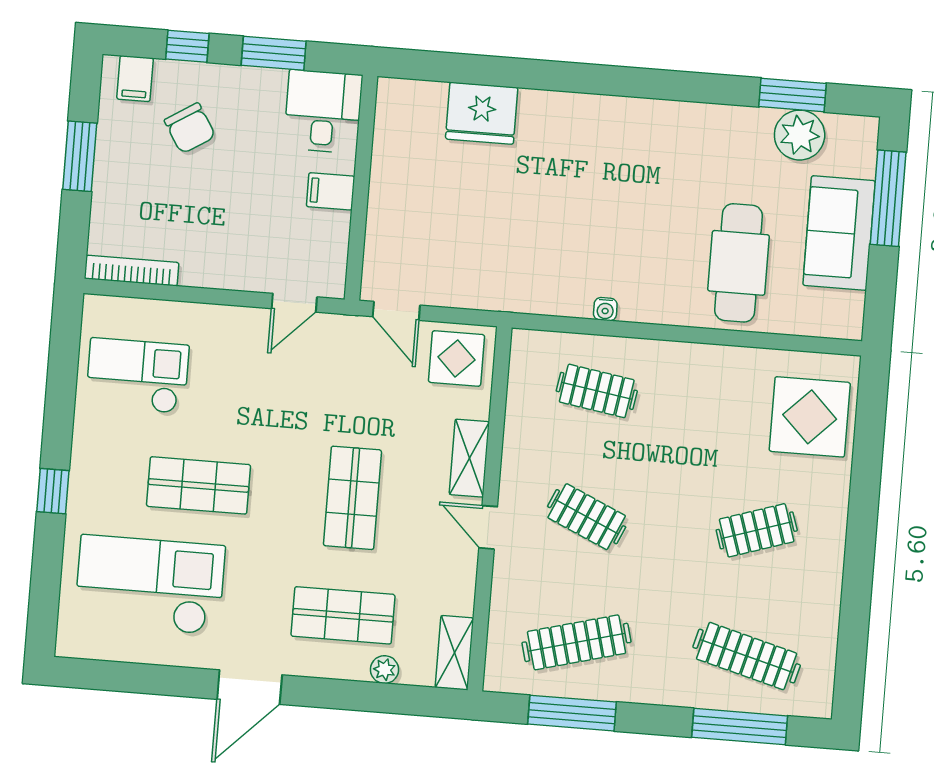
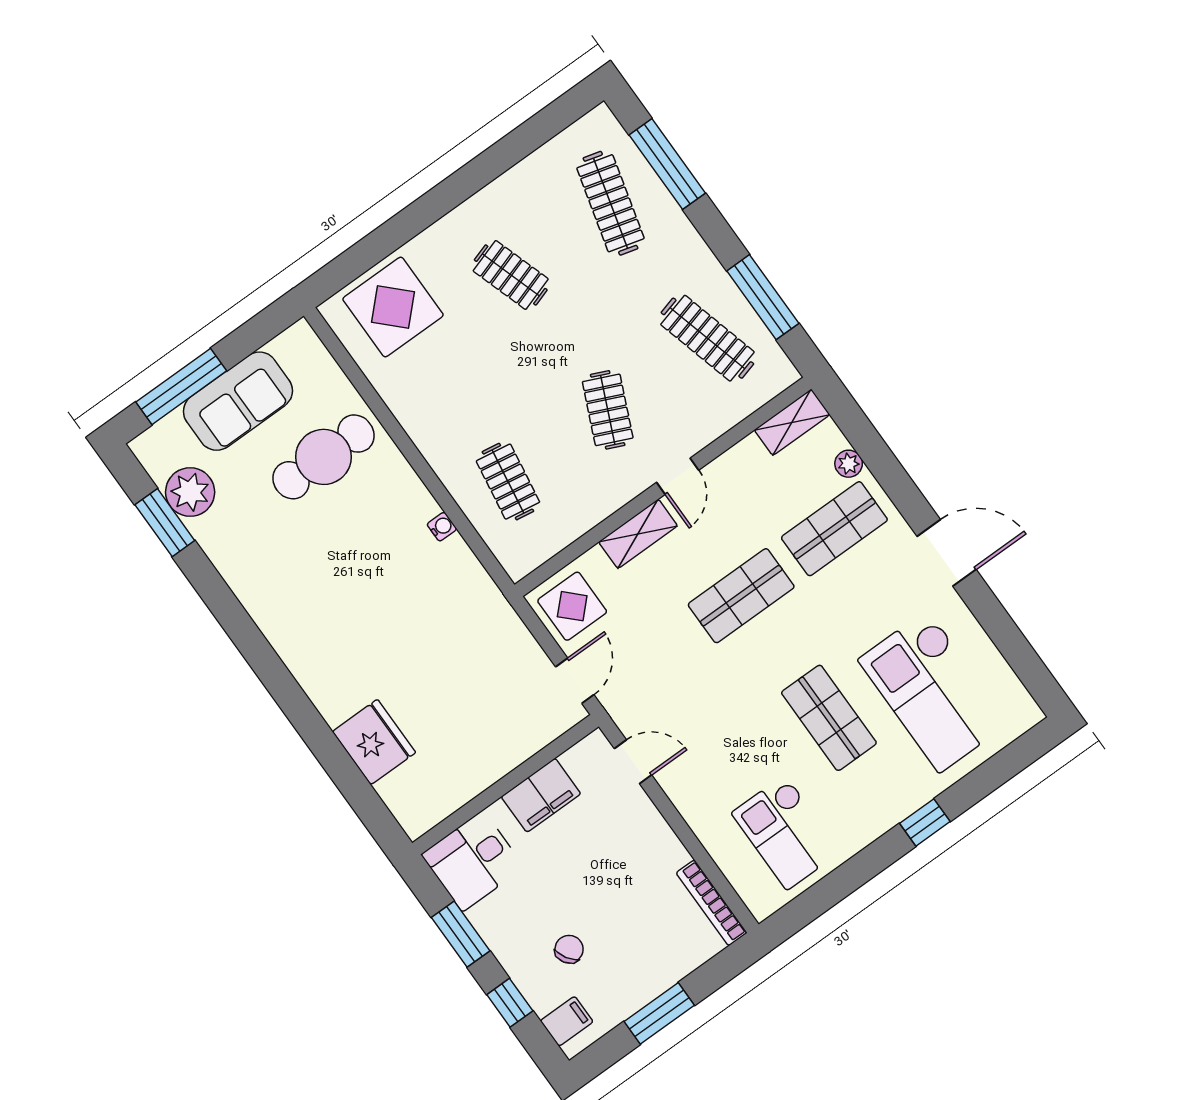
chair: (190, 128) -> (569, 949), width x0.73, depth x0.73
filing cabinet: (331, 191) -> (541, 795), width x2.00
shop shelf: (343, 615) -> (834, 529), turned 90

